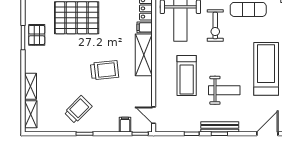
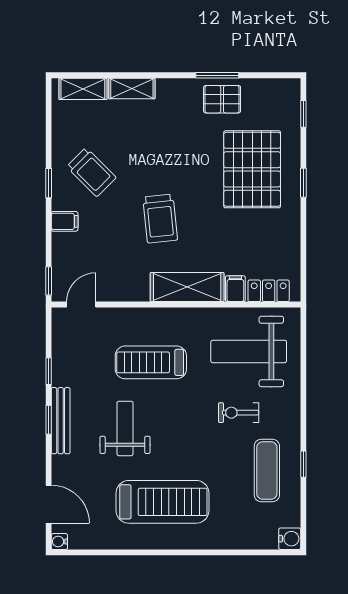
exercise bike: (215, 26) -> (239, 413), width x0.73, depth x0.72
weight bench: (224, 90) -> (125, 428), turned 180
filing cabinet: (125, 125) -> (65, 221), moved

